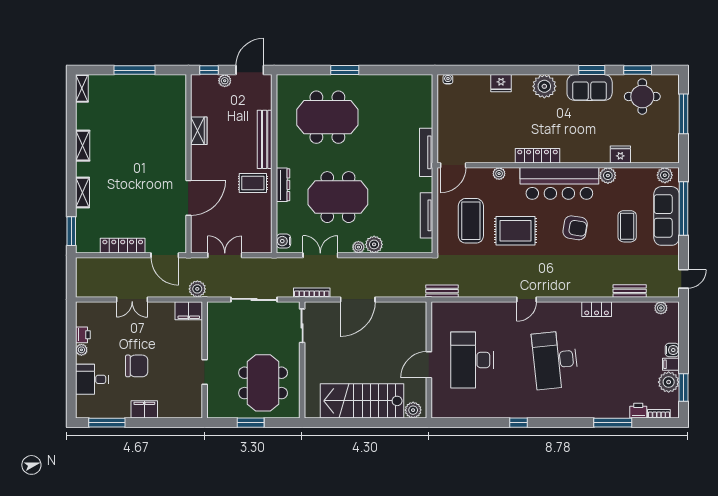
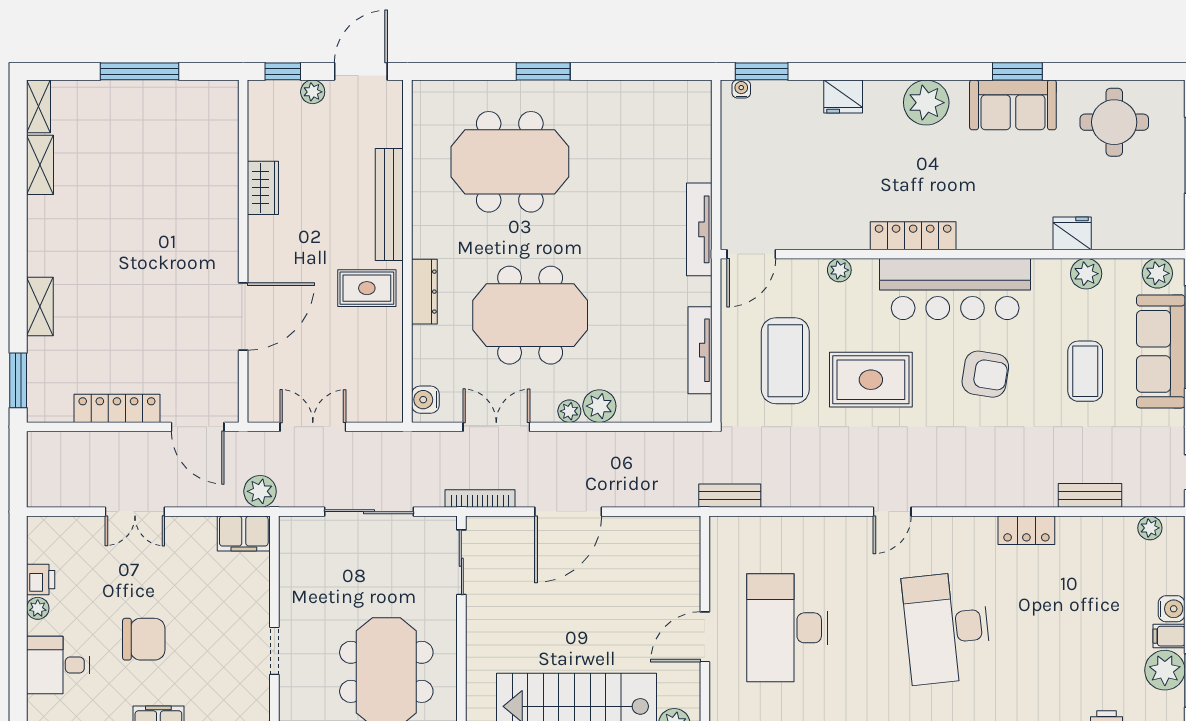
window: (638, 70) -> (762, 71), moved
shelving: (83, 146) -> (40, 165), moved
plant: (608, 175) -> (1086, 274), moved

